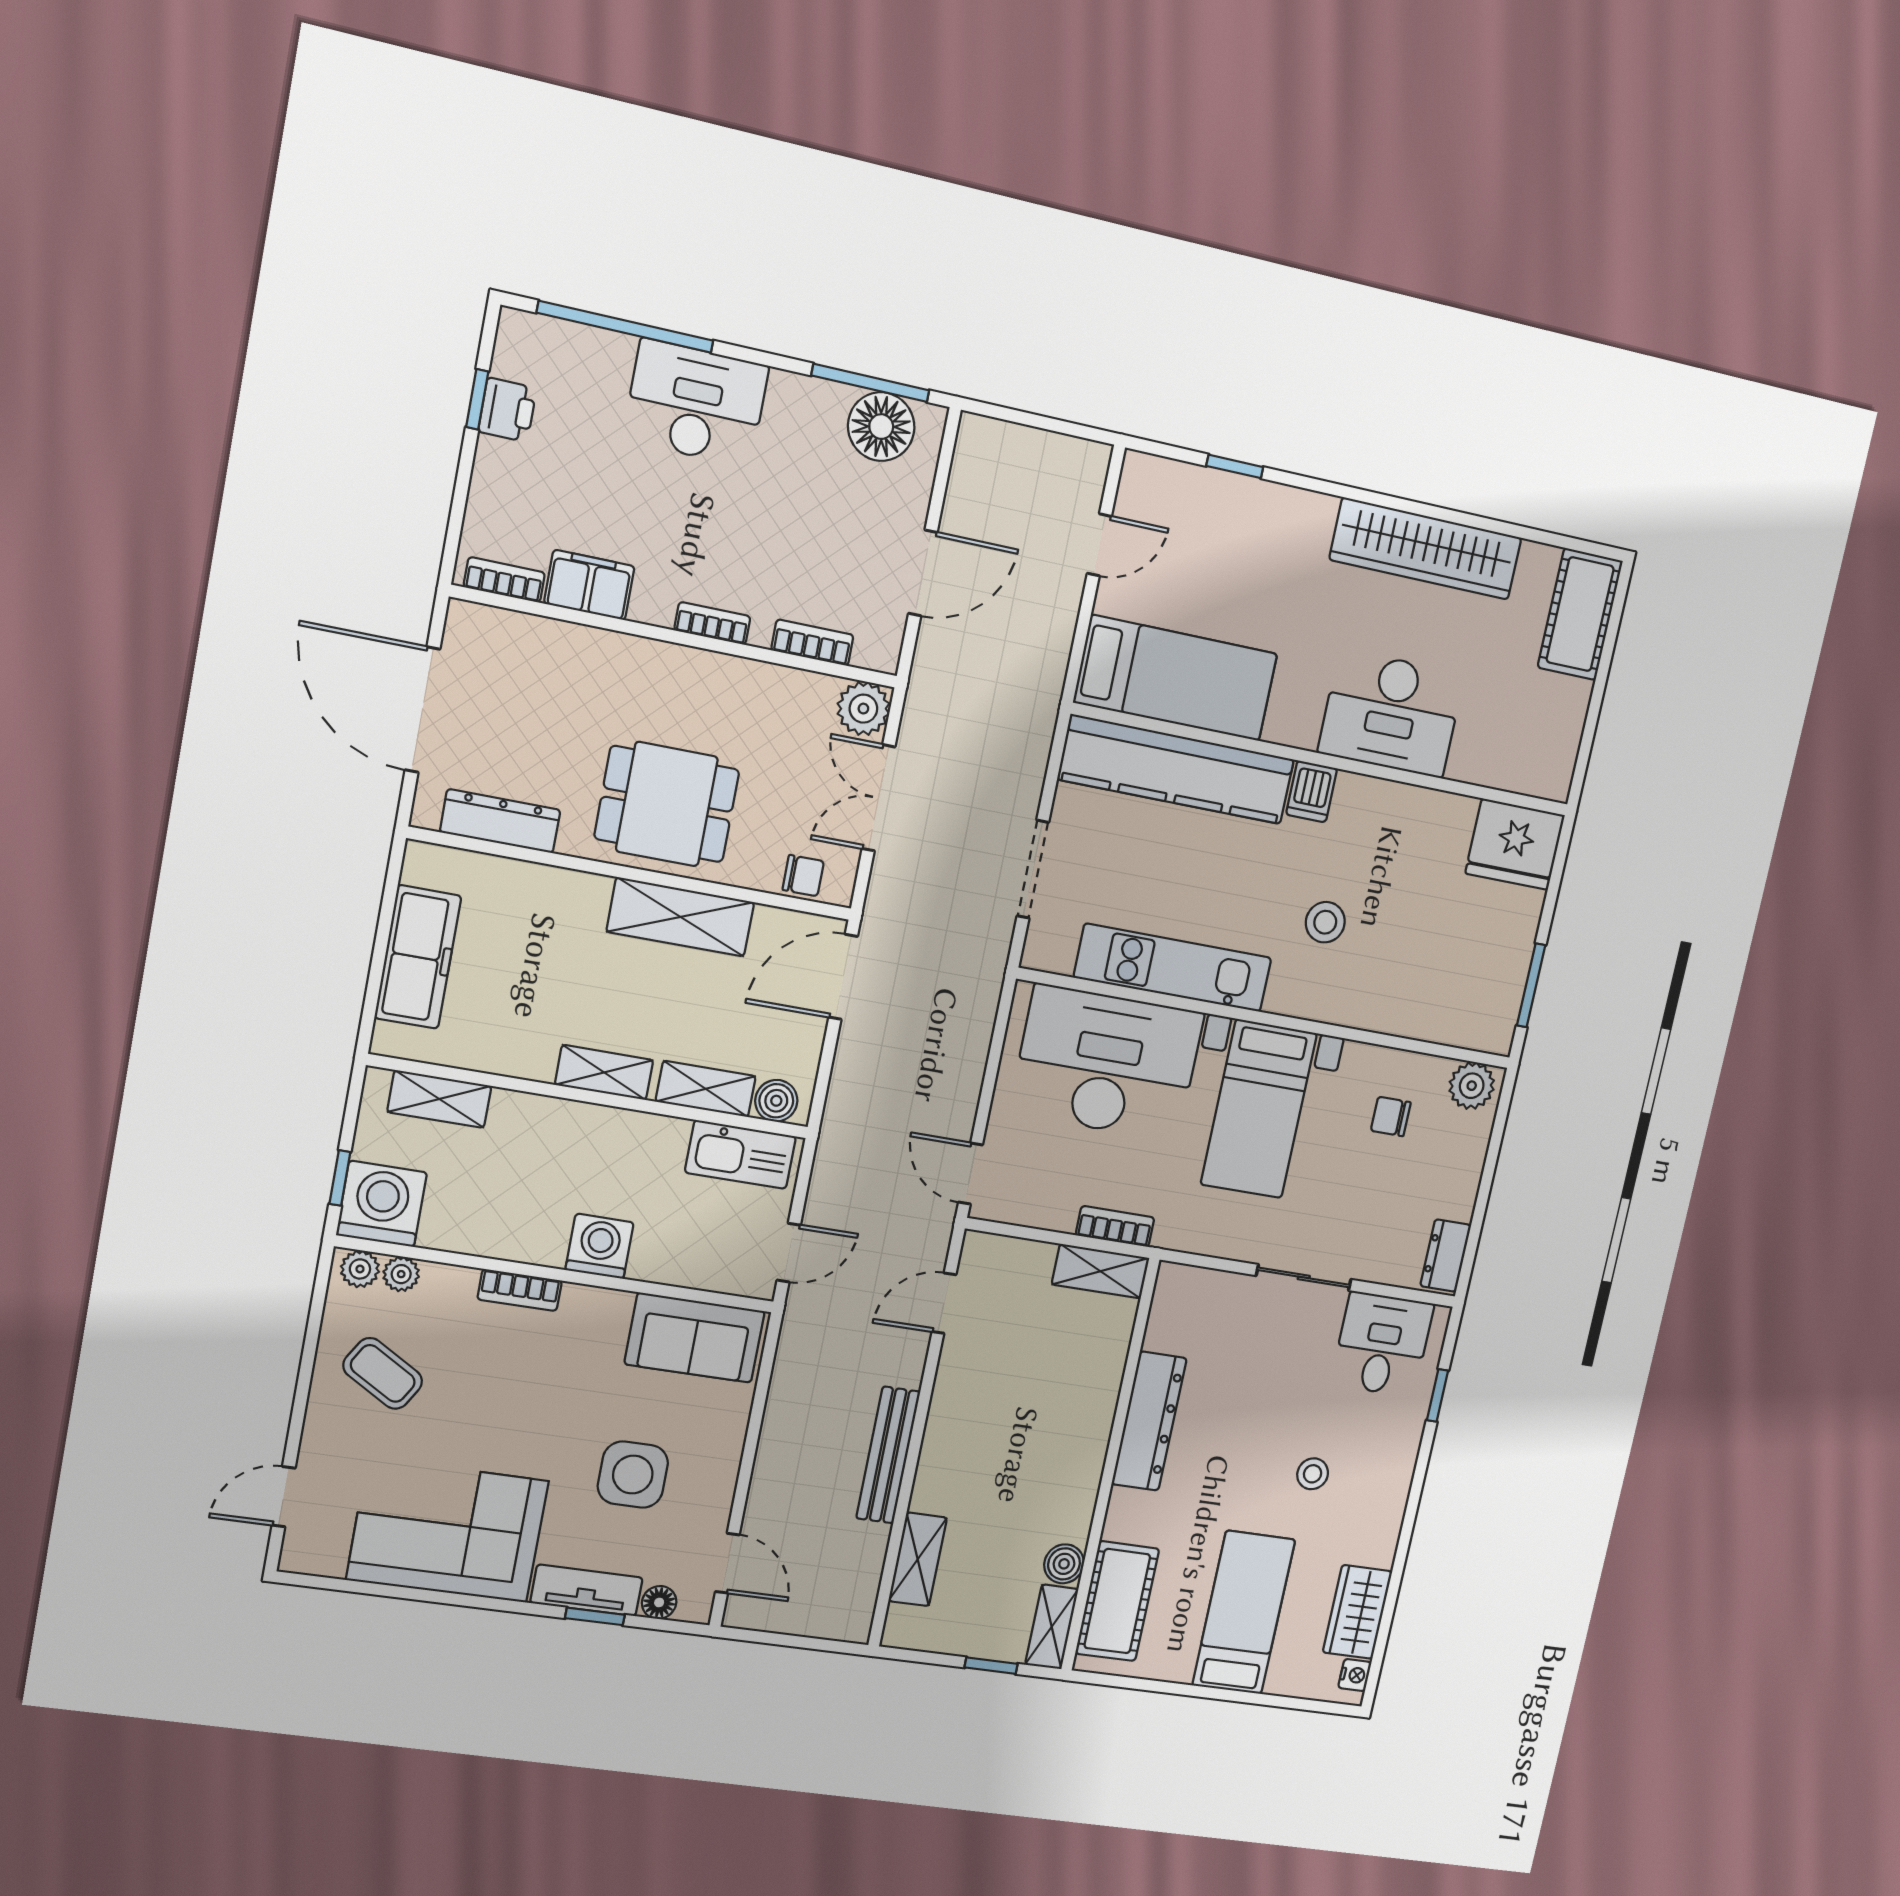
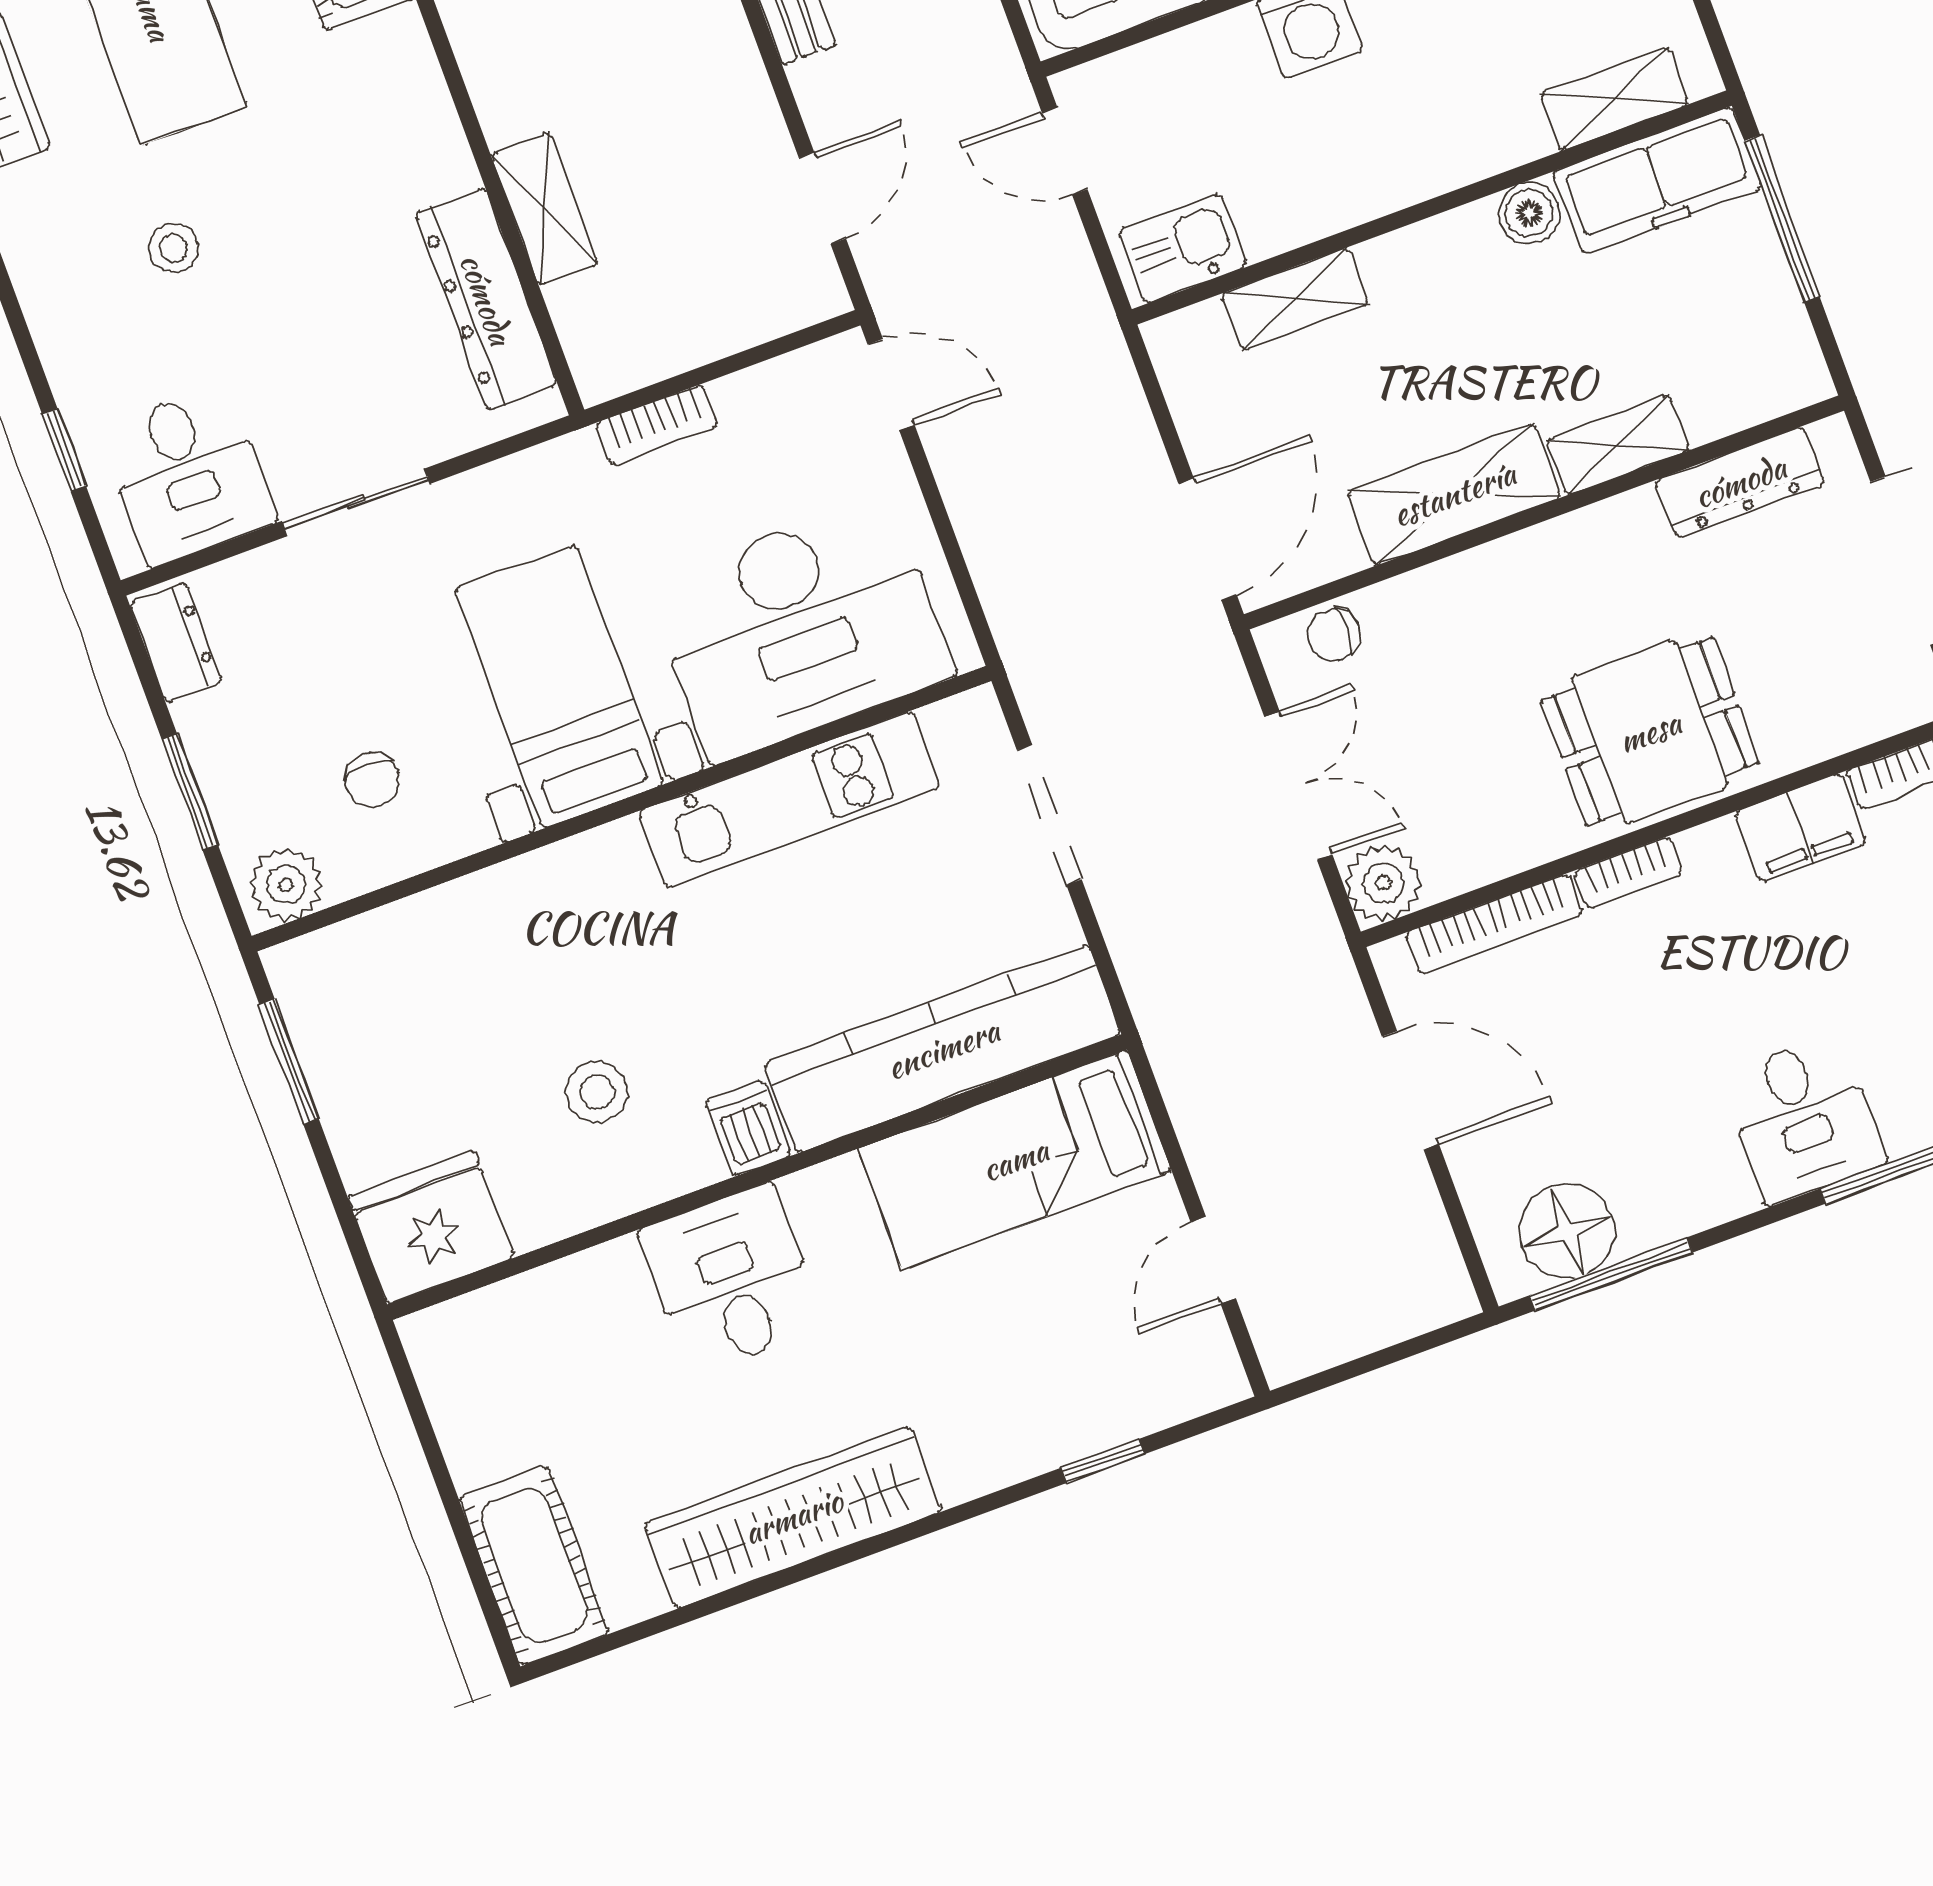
desk: (696, 403) -> (1803, 1119), width x0.73
door: (923, 573) -> (1410, 1090), swing flipped
bookcase: (812, 643) -> (1494, 924), width x1.56
desk: (1391, 713) -> (731, 1279), width x0.73
dining table: (667, 804) -> (1650, 732), moved
stool: (1325, 922) -> (597, 1092), moved
freezer: (418, 957) -> (1657, 180), moved, turned -90
window: (377, 967) -> (1782, 219), added
shelving: (604, 1072) -> (1618, 445), moved
boiler: (776, 1101) -> (1529, 213), moved
chair: (1391, 1117) -> (372, 780), turned 90
kitchen sink: (740, 1154) -> (1183, 248), width x0.73
window: (1489, 1168) -> (190, 792), added
door: (789, 1253) -> (1065, 151), hinge flipped
shelving: (1100, 1271) -> (544, 209), moved, turned 90
dresser: (1149, 1421) -> (486, 299), moved

